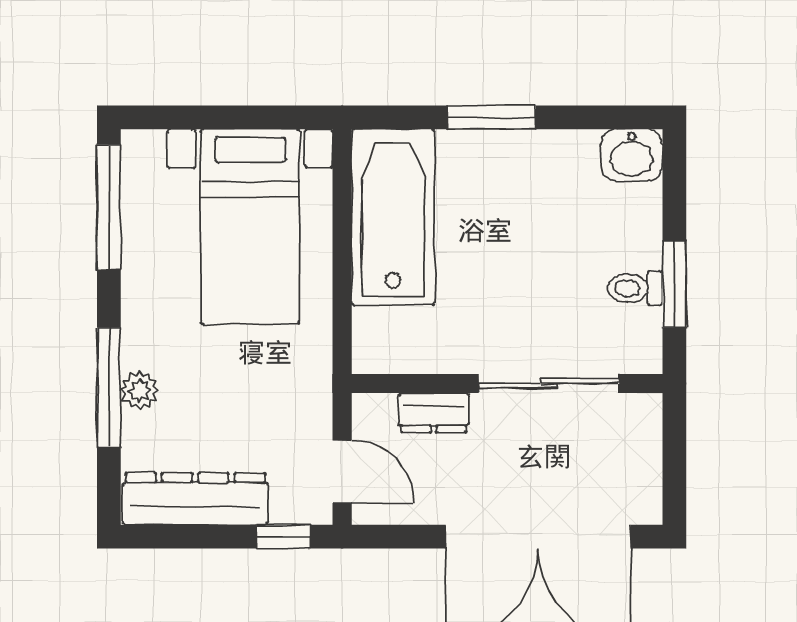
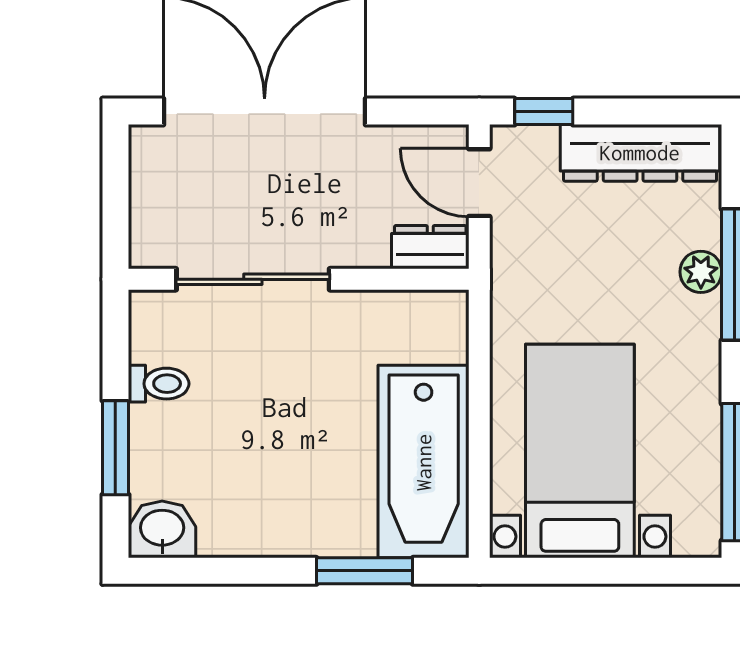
window: (492, 117) -> (365, 571), moved
window: (674, 284) -> (115, 448), moved
dresser: (434, 413) -> (430, 247), moved

